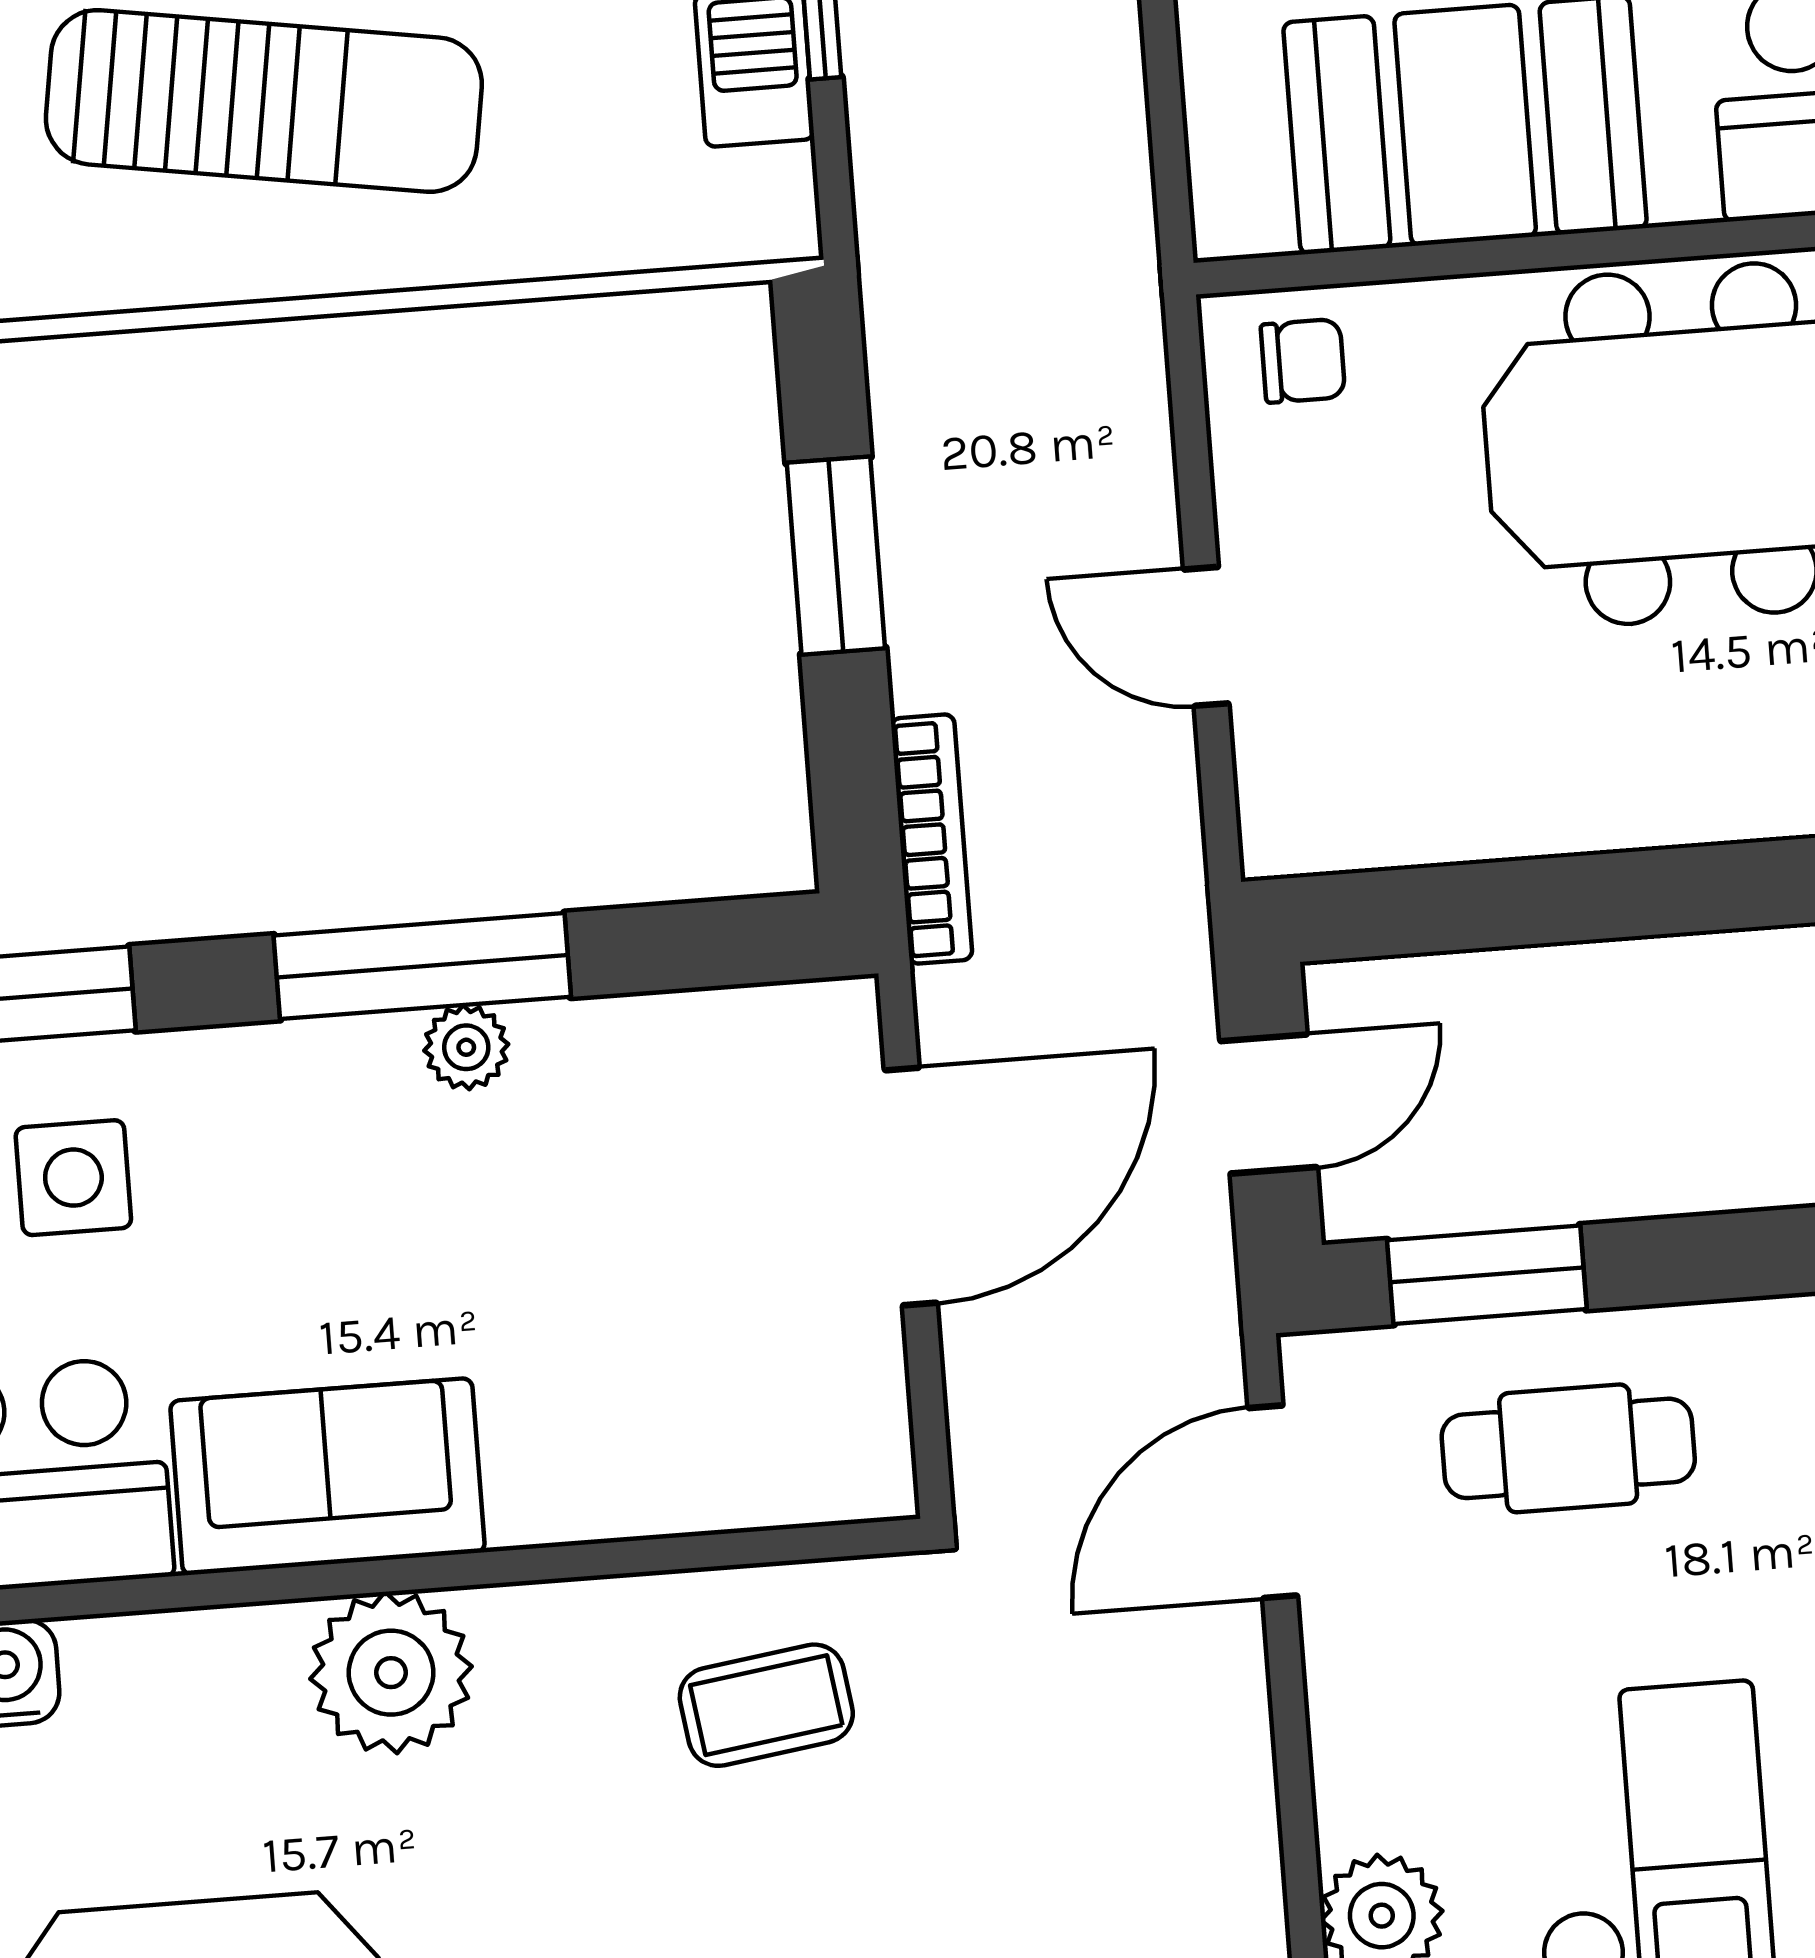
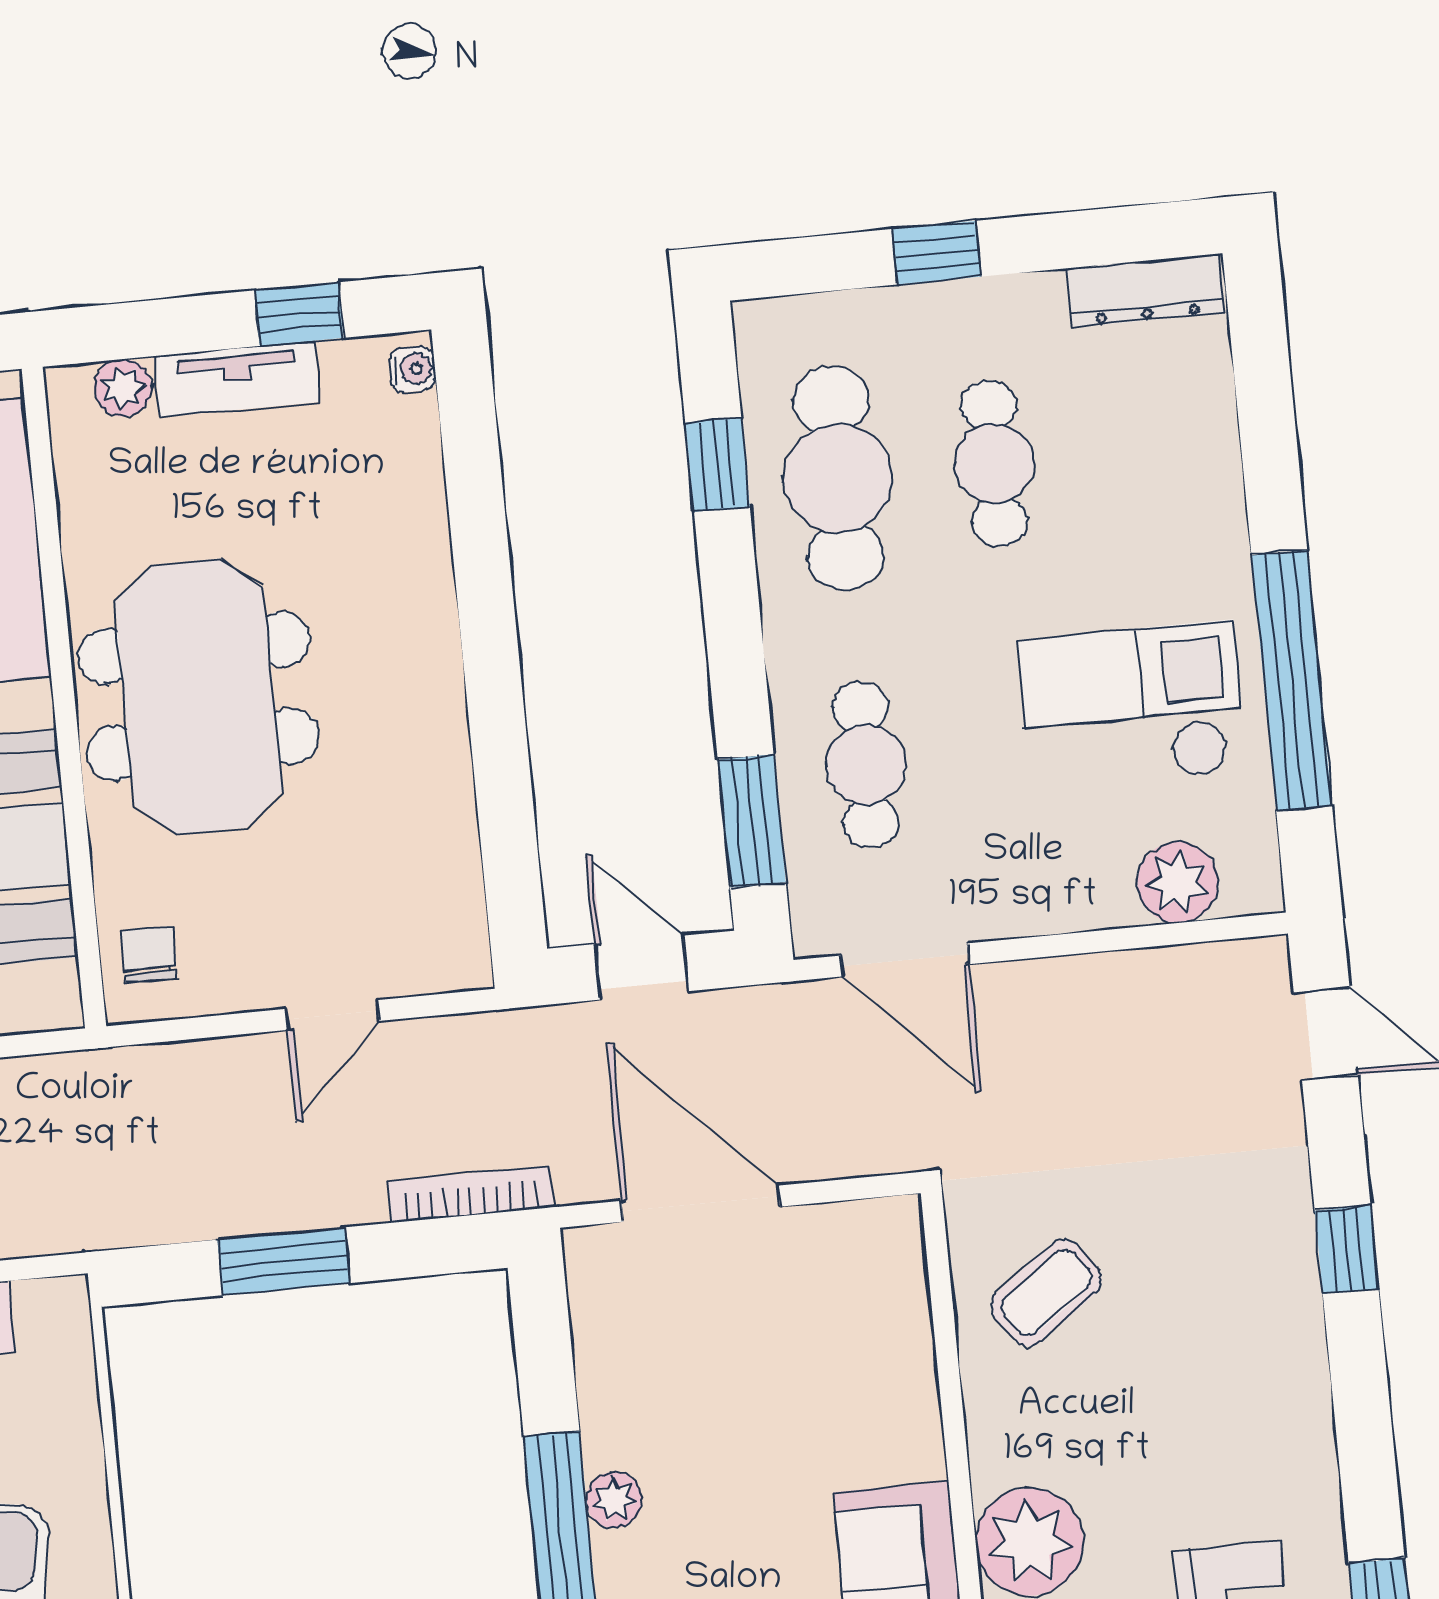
coffee table: (766, 1705) -> (1046, 1293), turned 62

